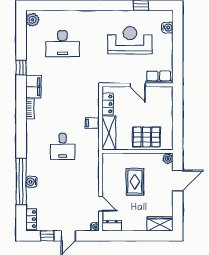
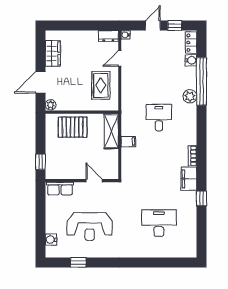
plant: (32, 20) -> (190, 96), moved
door: (138, 85) -> (94, 181), moved
window: (178, 103) -> (40, 162), added
locker: (108, 104) -> (113, 161), removed
water cooler: (31, 182) -> (191, 60), moved
rug: (135, 182) -> (101, 85), moved
door: (101, 204) -> (120, 58), hinge flipped
wardrobe: (160, 224) -> (53, 53), moved, turned -90

